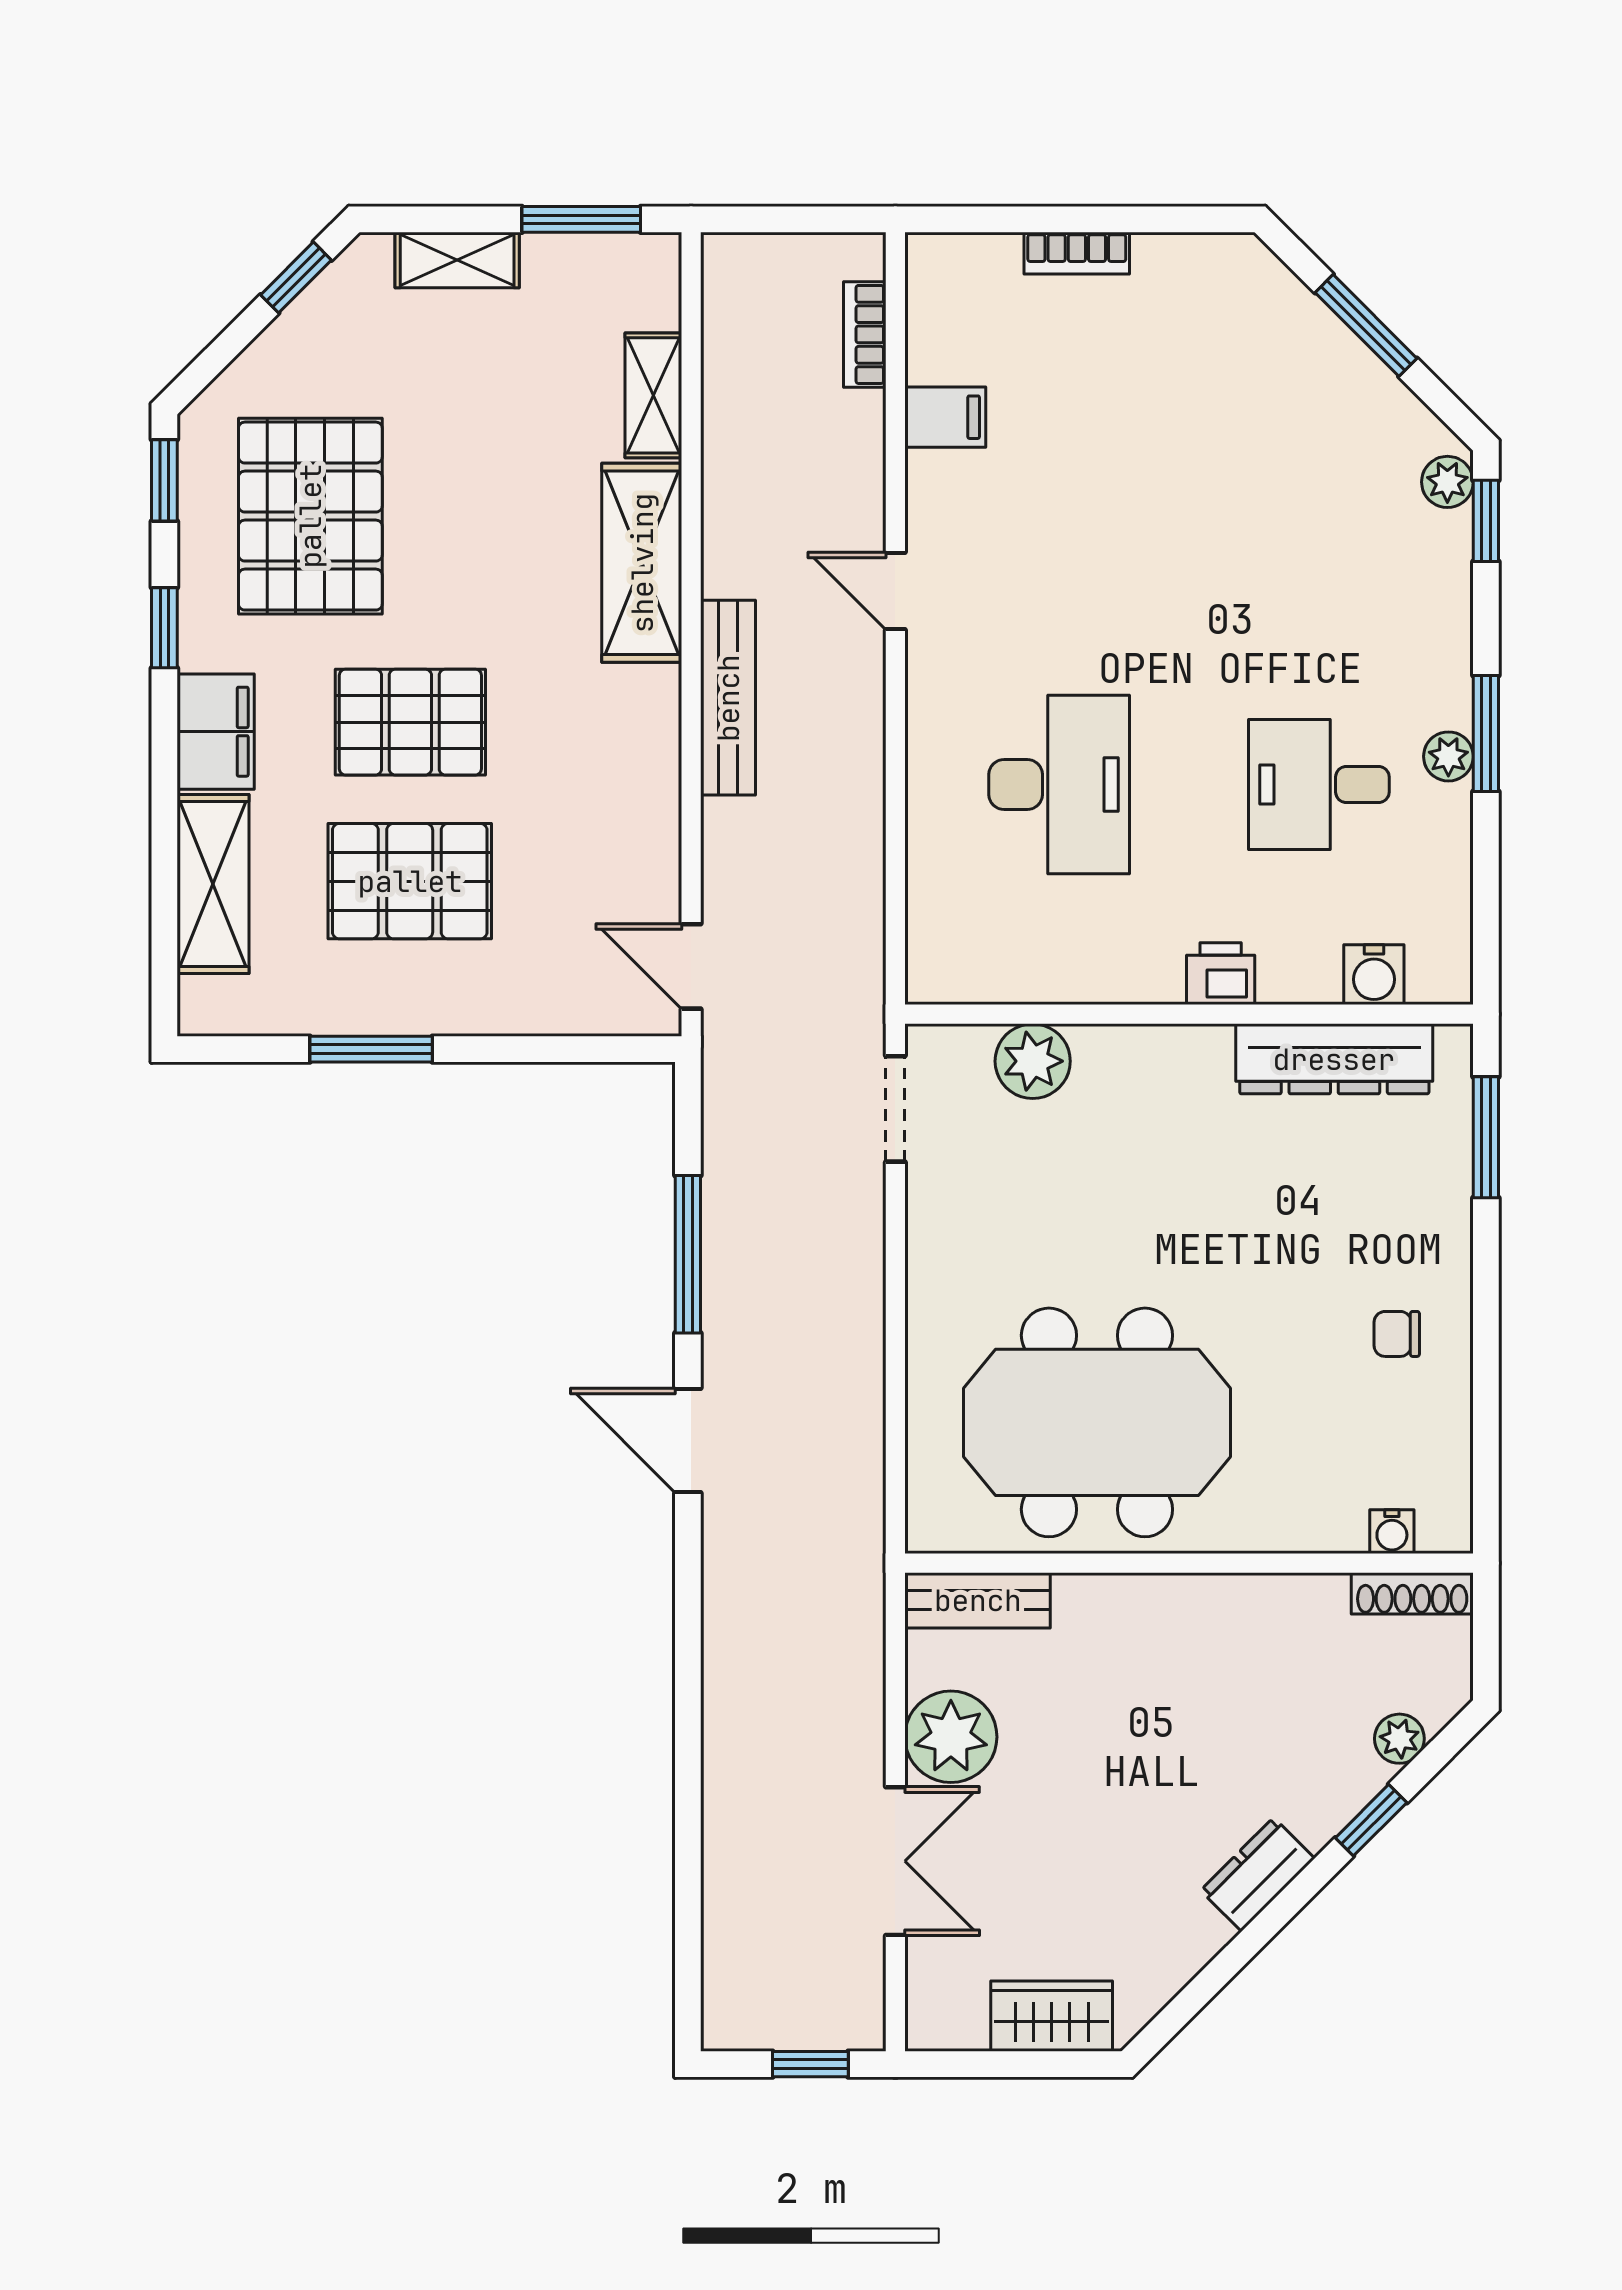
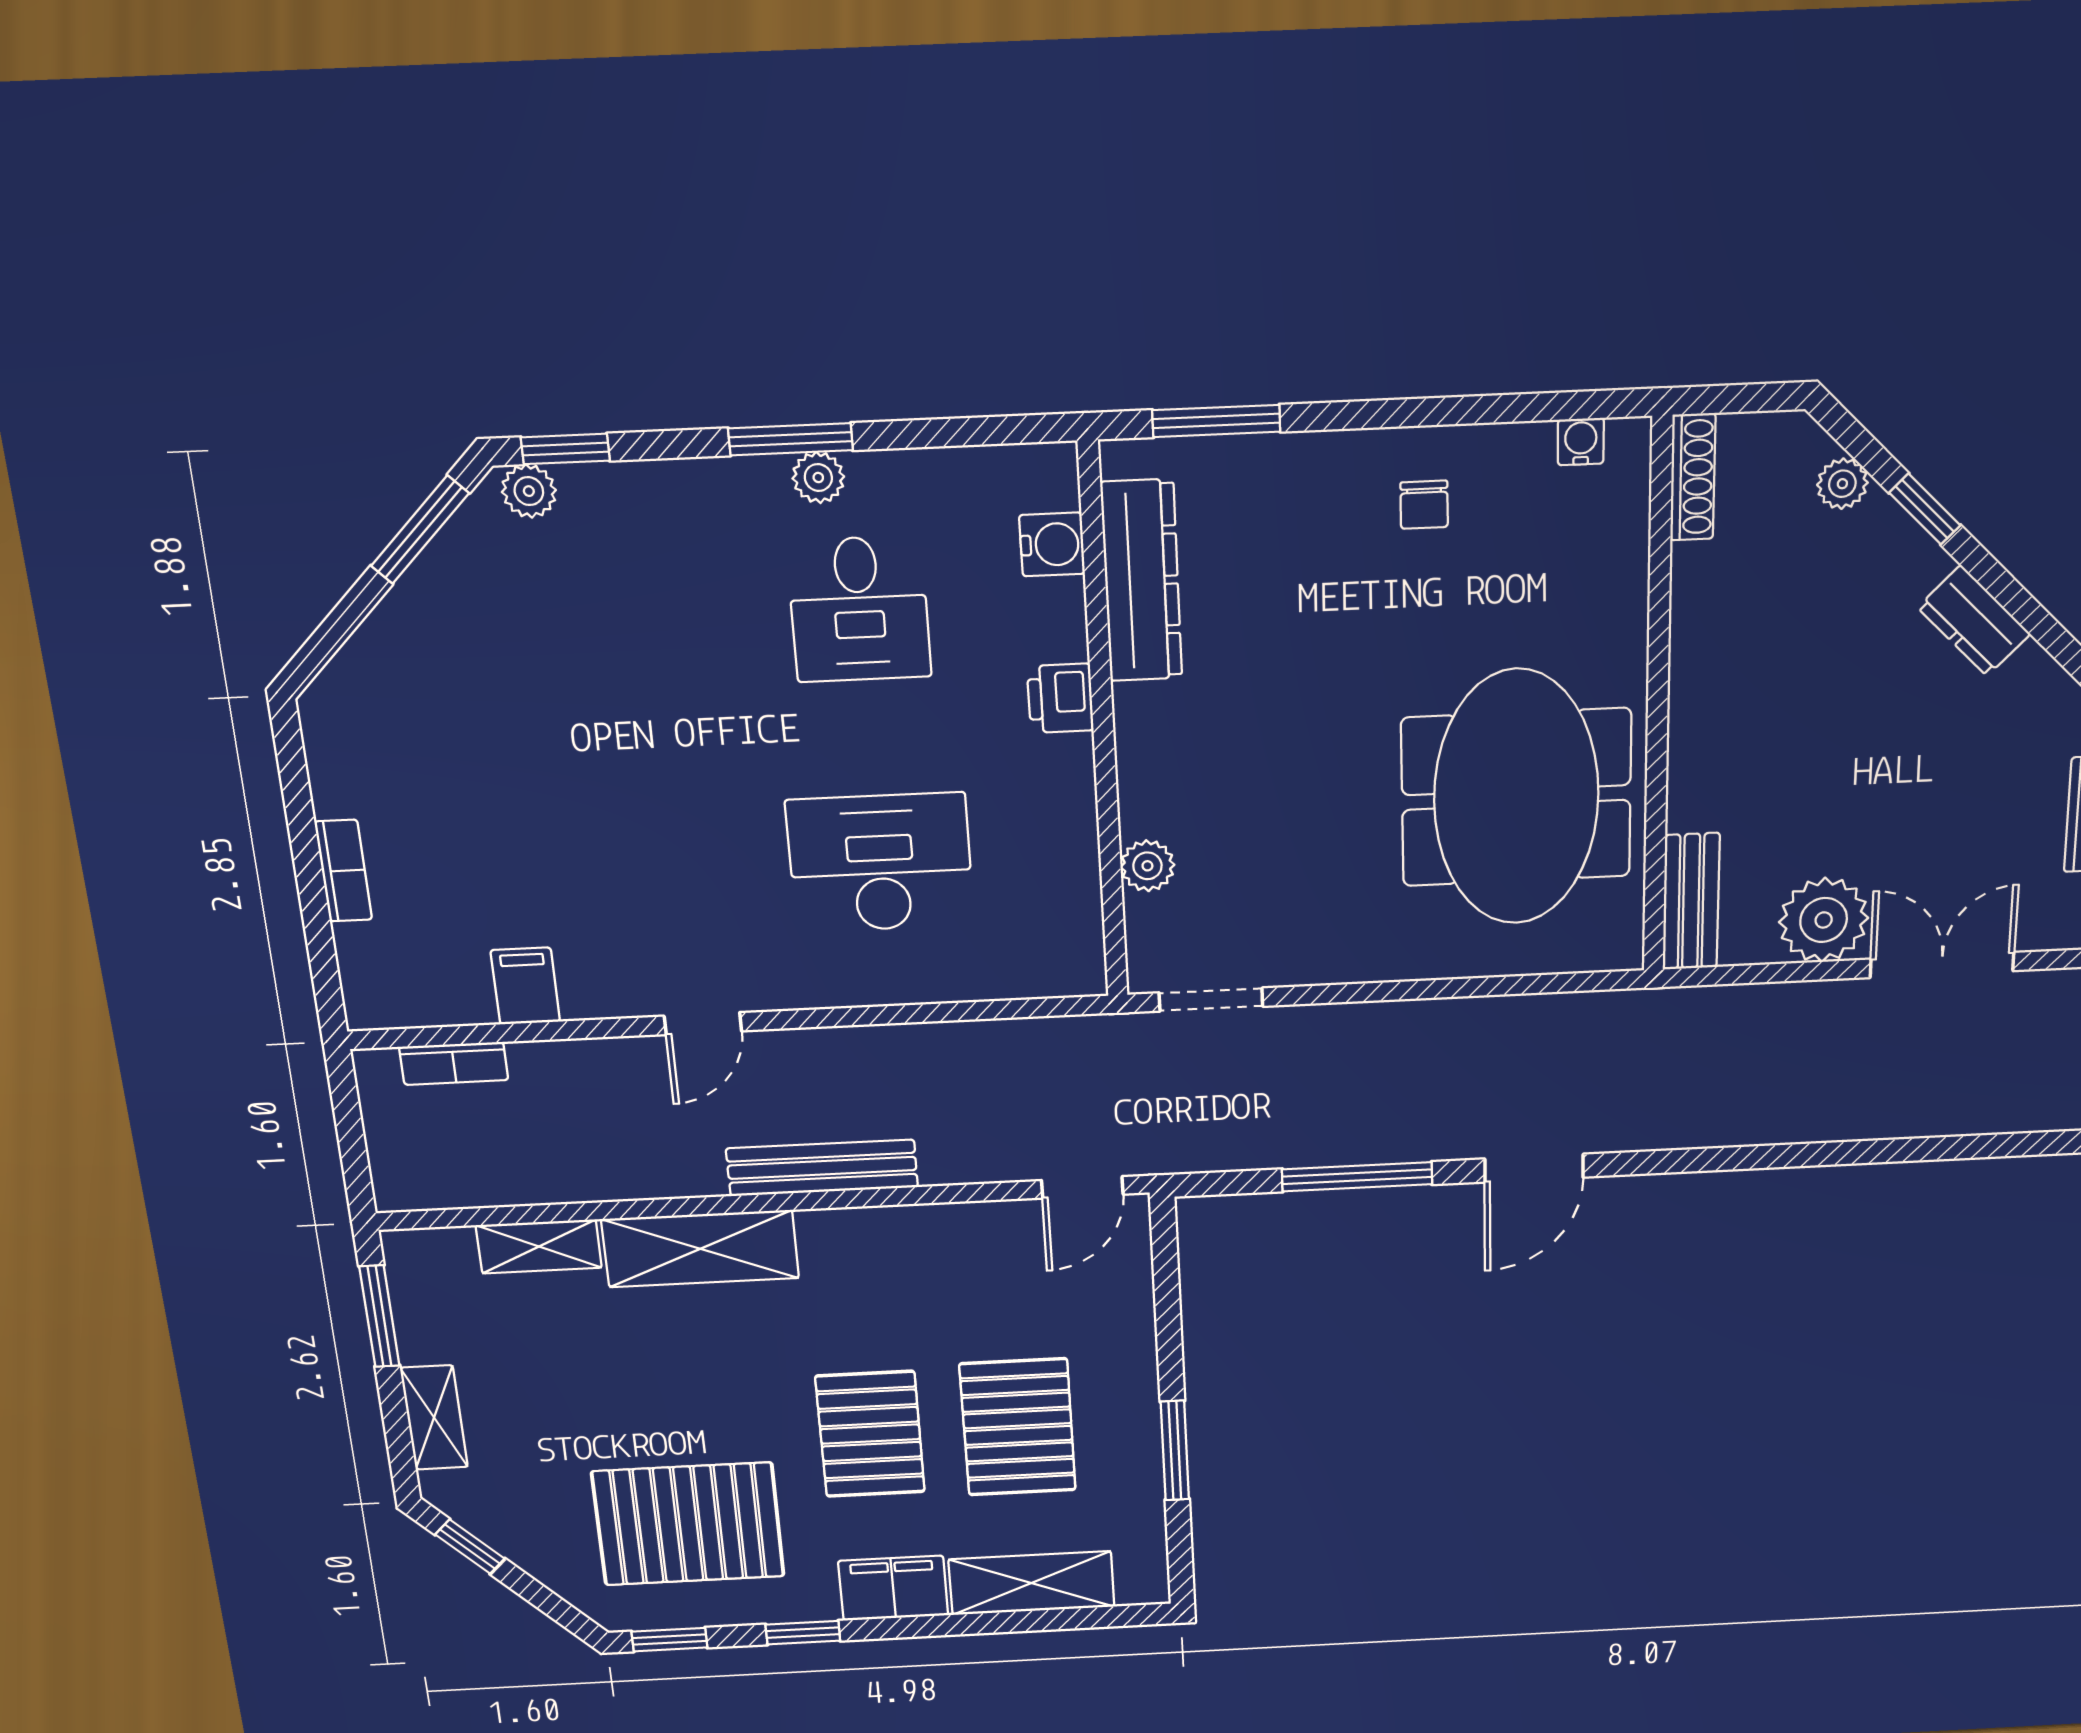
window: (1366, 325) -> (420, 530), moved
plant: (1033, 1061) -> (1147, 866), width x0.73, depth x0.73
water cooler: (1392, 1532) -> (1581, 442), moved, turned -90

